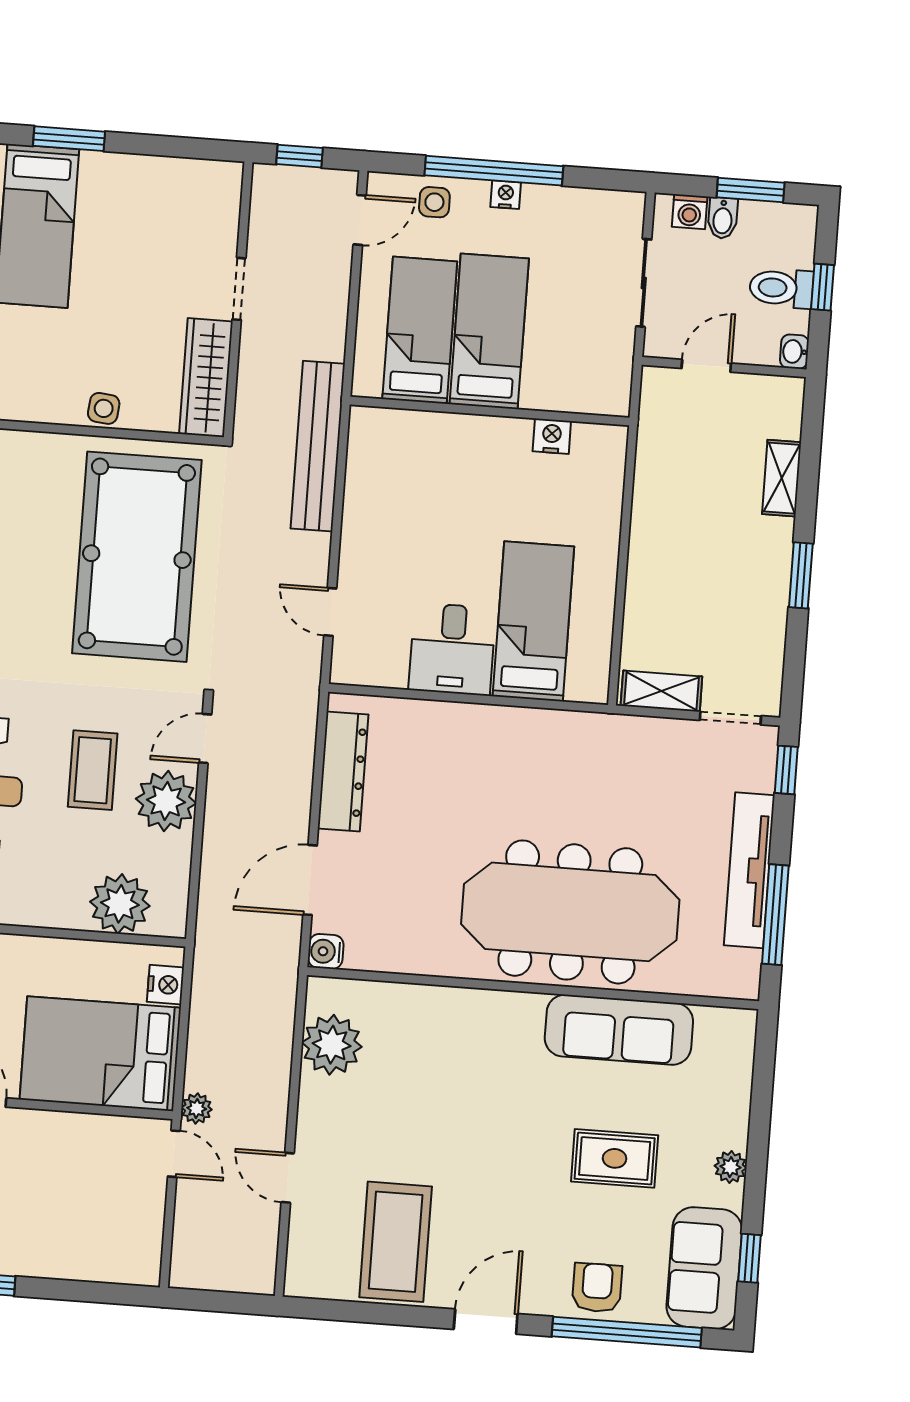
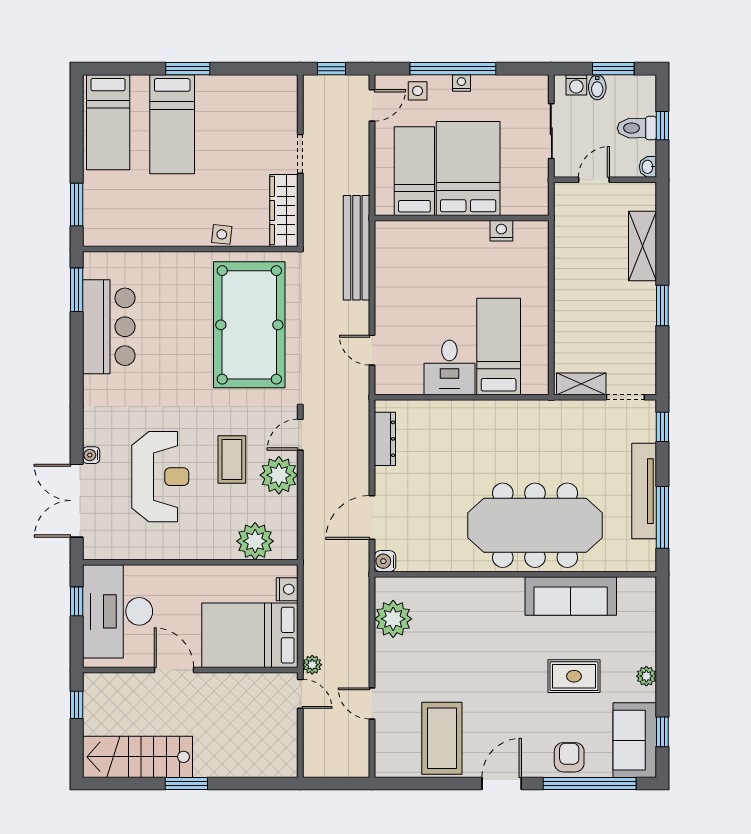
bed: (489, 331) -> (468, 168), width x1.50
shelving: (782, 478) -> (643, 246), width x1.50, depth x1.33
dresser: (343, 771) -> (385, 439), width x0.73, depth x0.80

